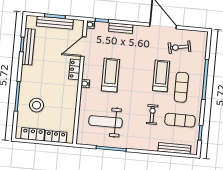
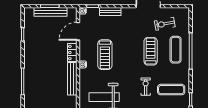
bench: (28, 47) -> (72, 79), moved
treadmill: (111, 75) -> (105, 55), turned 180
exercise mat: (181, 87) -> (176, 50), moved
stool: (37, 105) -> (41, 88), removed

